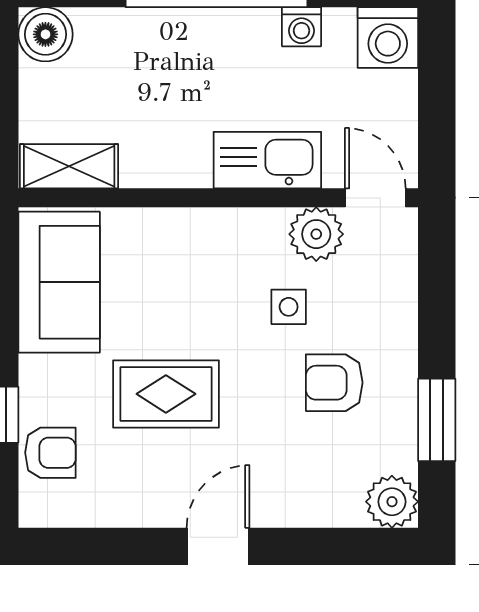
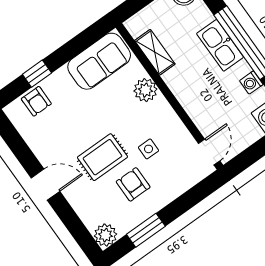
kitchen sink: (267, 160) -> (220, 45), moved, turned 180
shelving: (69, 166) -> (155, 52), moved
plant: (316, 234) -> (145, 90), moved
rug: (166, 394) -> (102, 157), moved, turned 90

